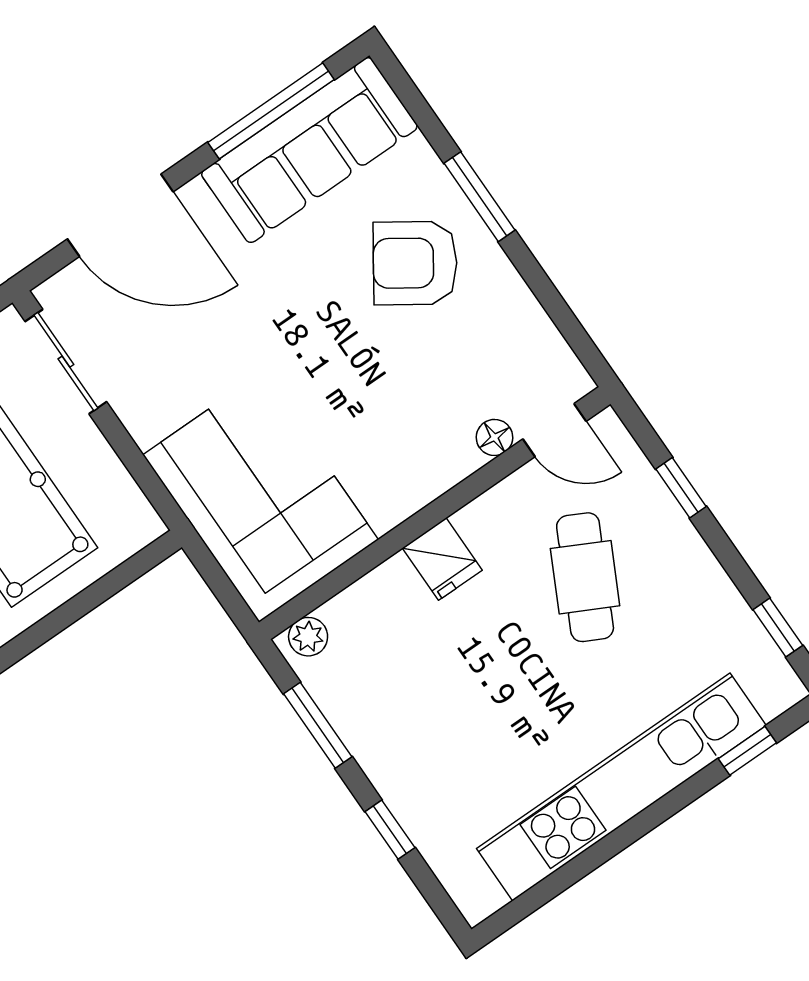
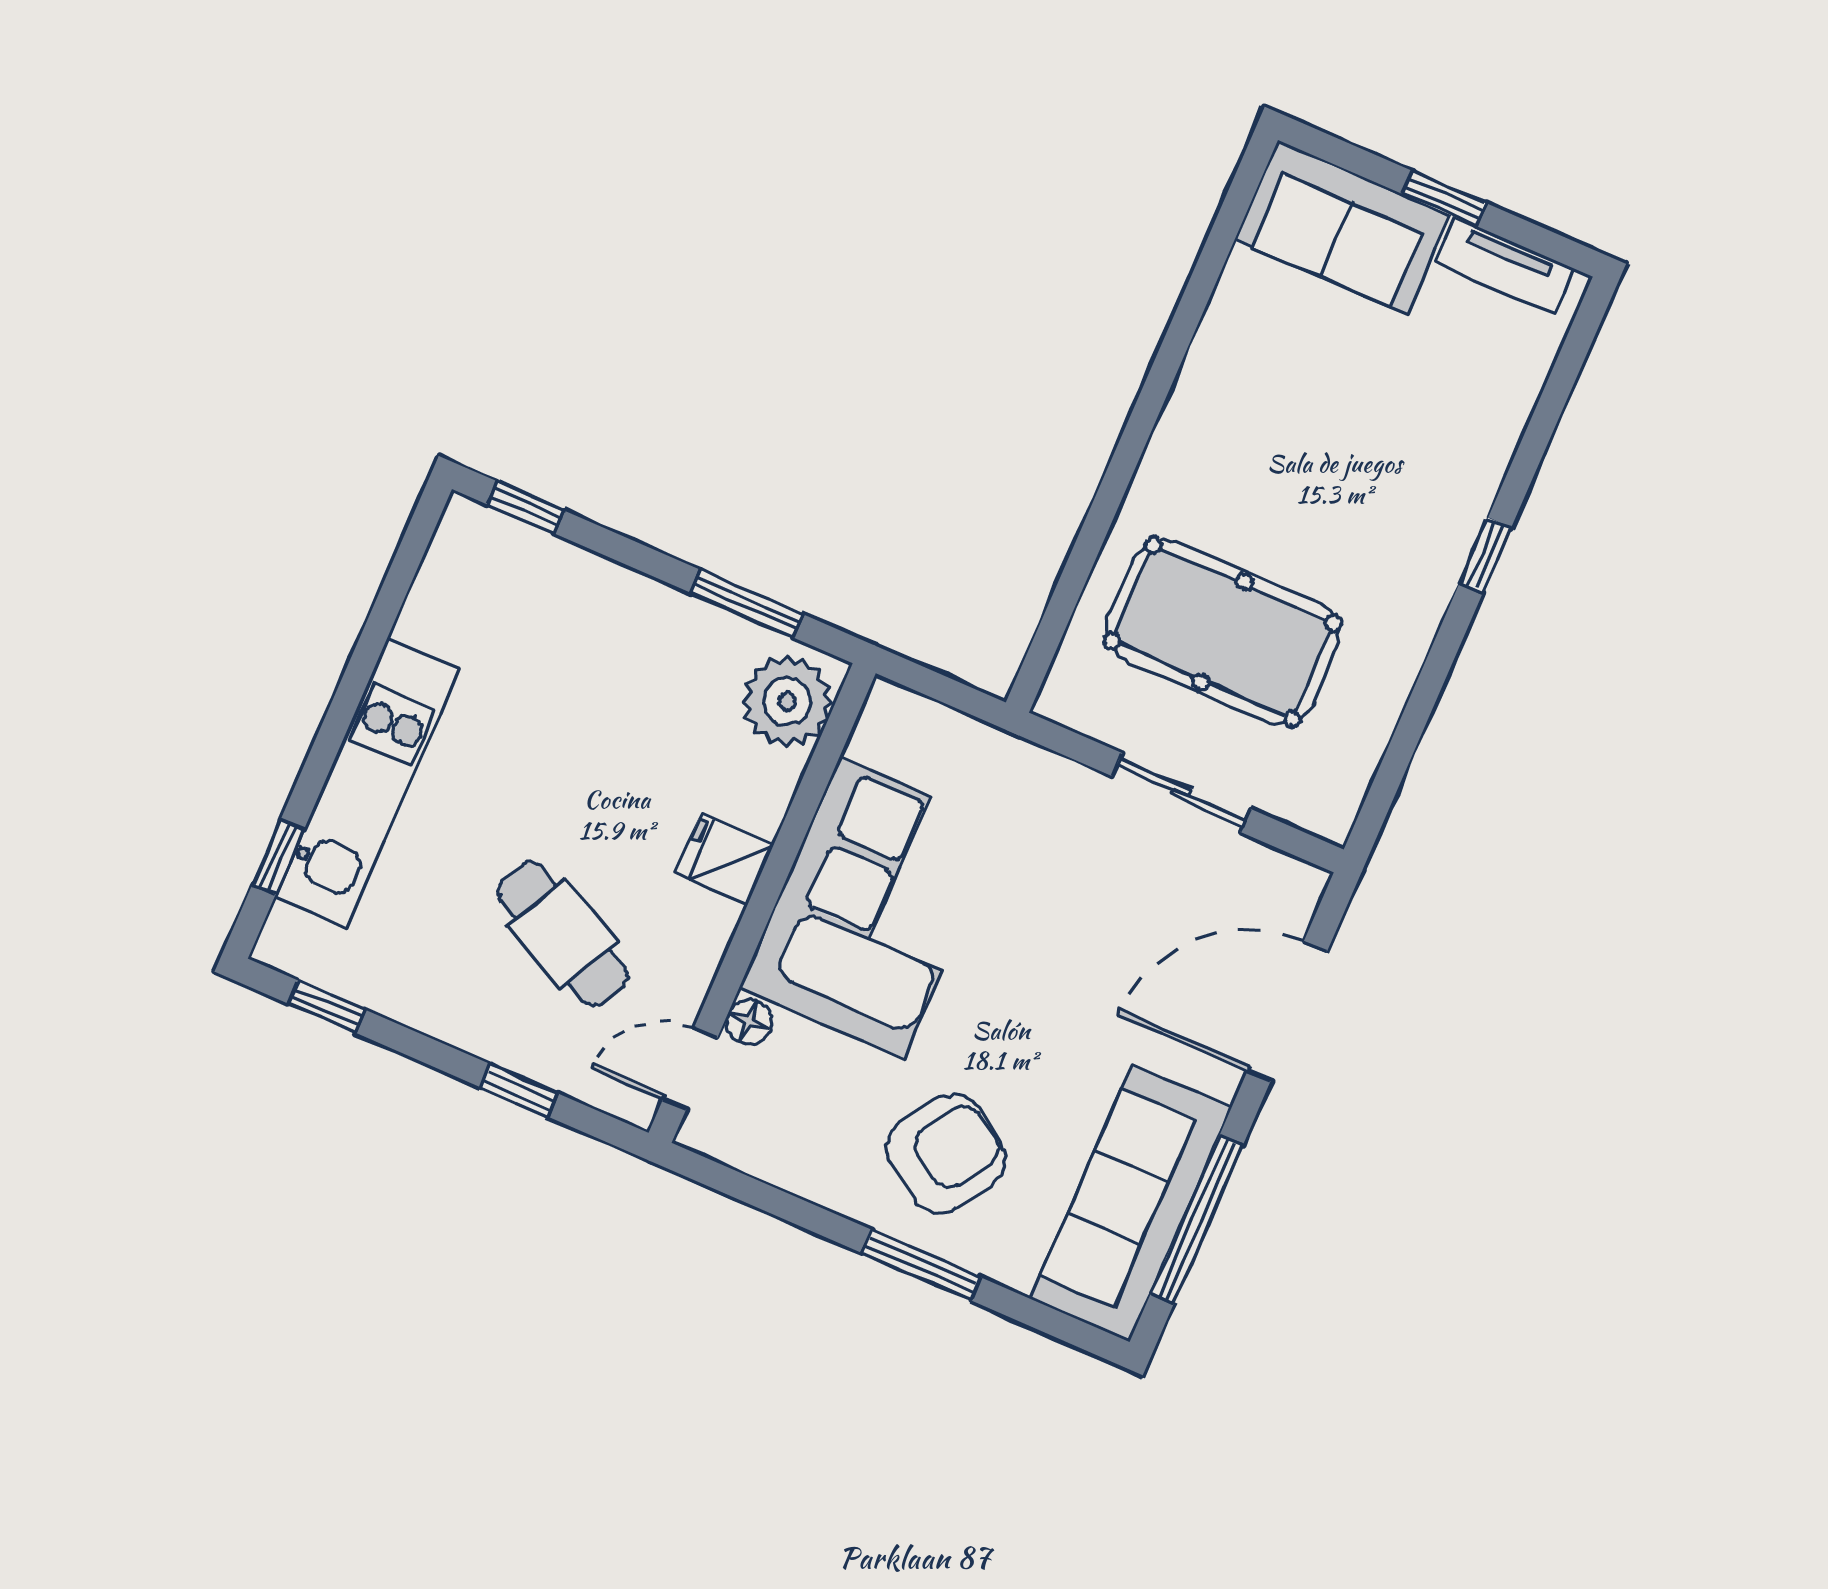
sliding door: (66, 362) -> (1181, 792), moved
corner sofa: (261, 497) -> (872, 908), moved, turned -90
plant: (308, 637) -> (787, 701), width x1.88, depth x1.88
kitchen unit: (621, 787) -> (367, 783), width x0.73
window: (390, 830) -> (526, 508), moved

